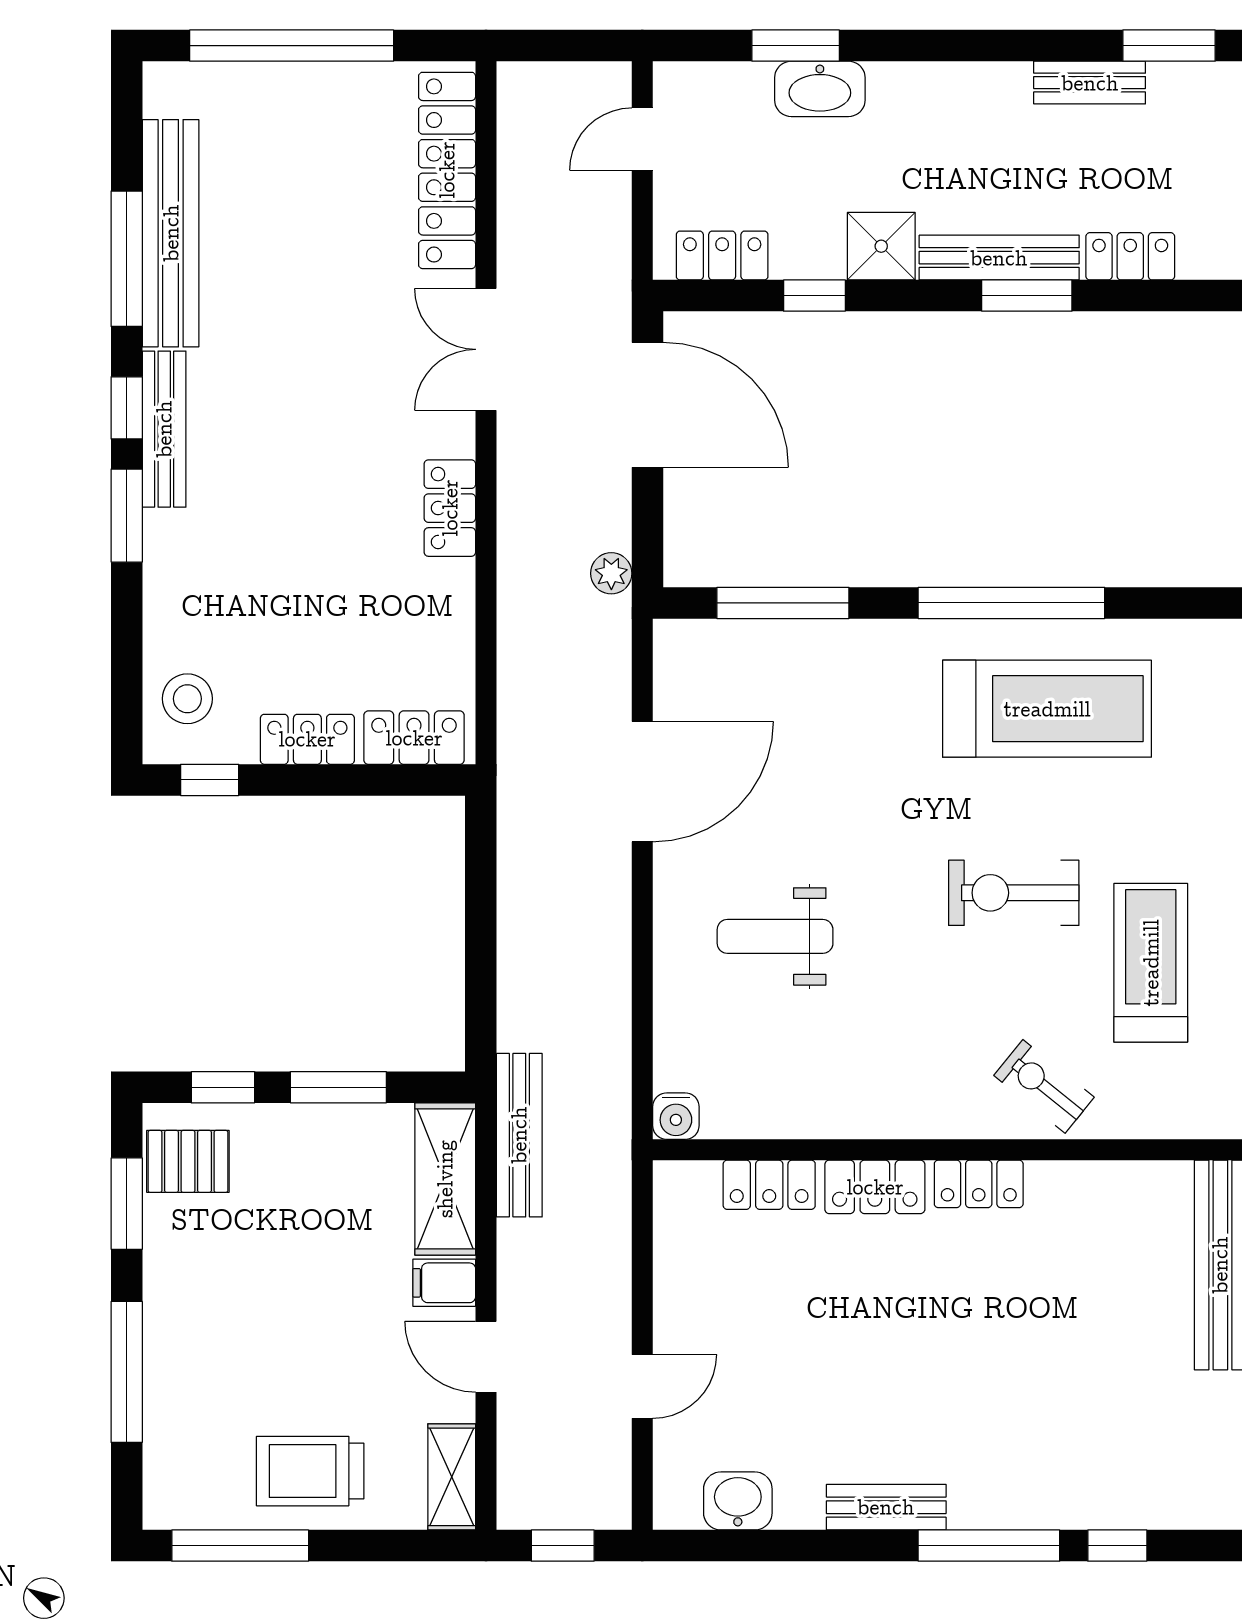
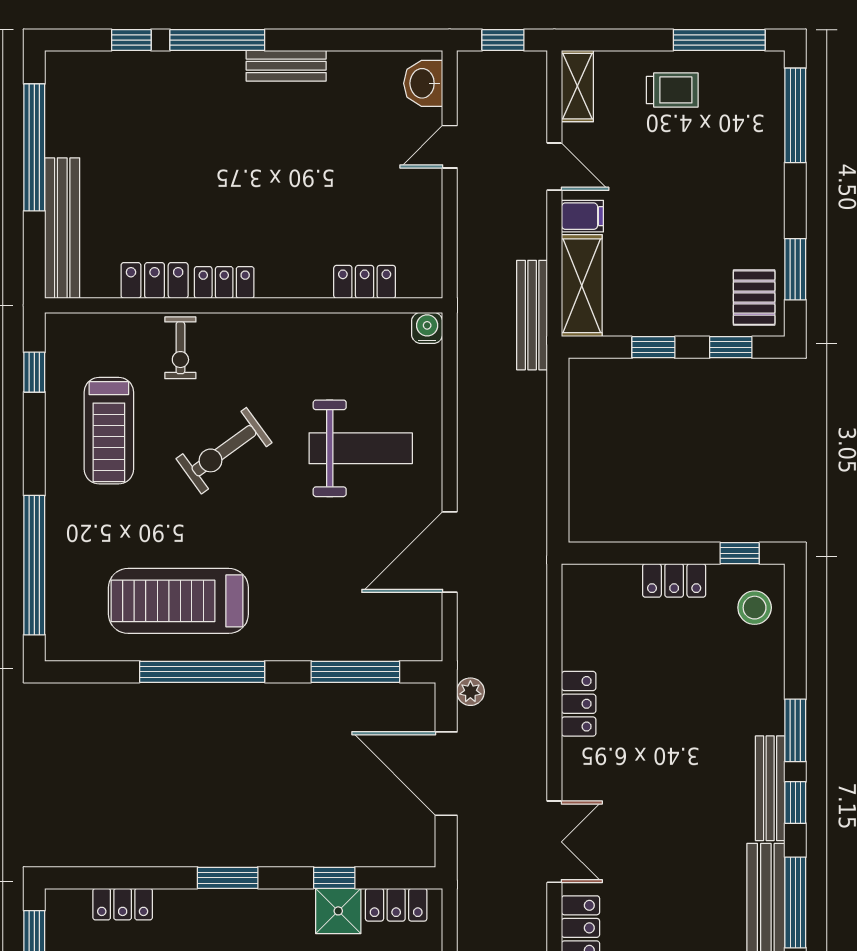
shower: (881, 246) -> (338, 911), moved
bench: (999, 258) -> (210, 903), removed
window: (1027, 296) -> (228, 878), moved
door: (647, 405) -> (446, 774), moved
locker: (450, 508) -> (579, 704), moved
locker: (414, 738) -> (603, 582), removed
exercise bike: (1014, 893) -> (224, 451), moved, turned 144
weight bench: (775, 936) -> (361, 448), width x1.36, depth x1.33
exercise bike: (1044, 1086) -> (180, 348), turned 51
window: (338, 1087) -> (653, 347), width x0.67
pallet: (188, 1161) -> (754, 298), turned 90
locker: (875, 1187) -> (155, 280), moved
window: (127, 1372) -> (795, 115), moved
trolley: (310, 1471) -> (672, 90), width x0.73, depth x0.72
washbasin: (738, 1501) -> (423, 83), moved, turned 90

